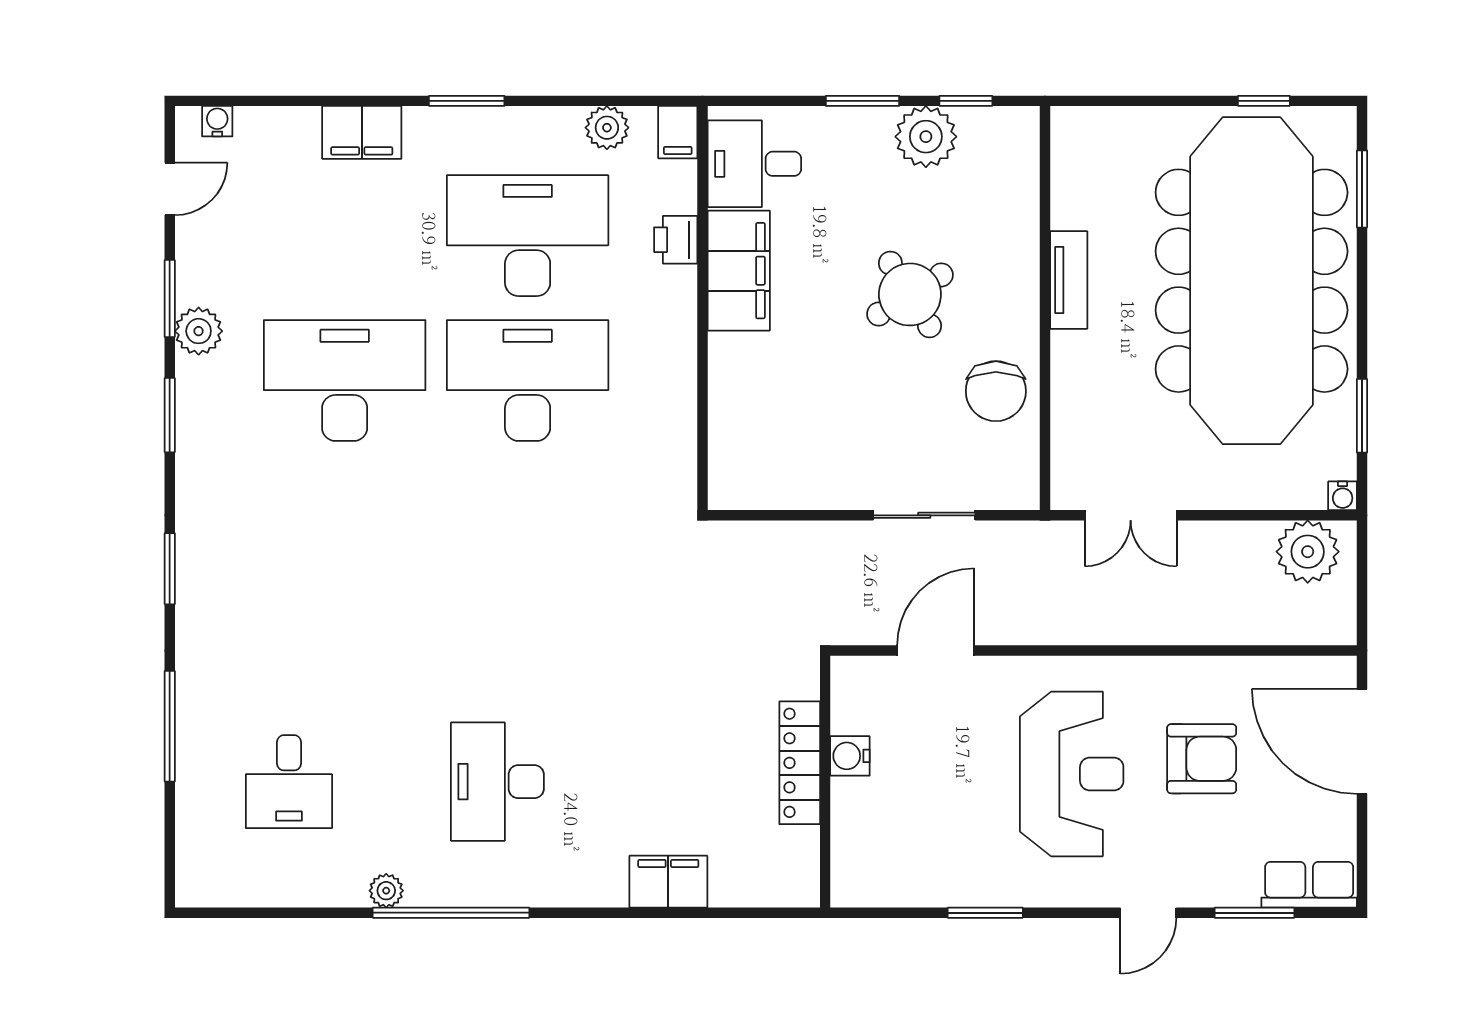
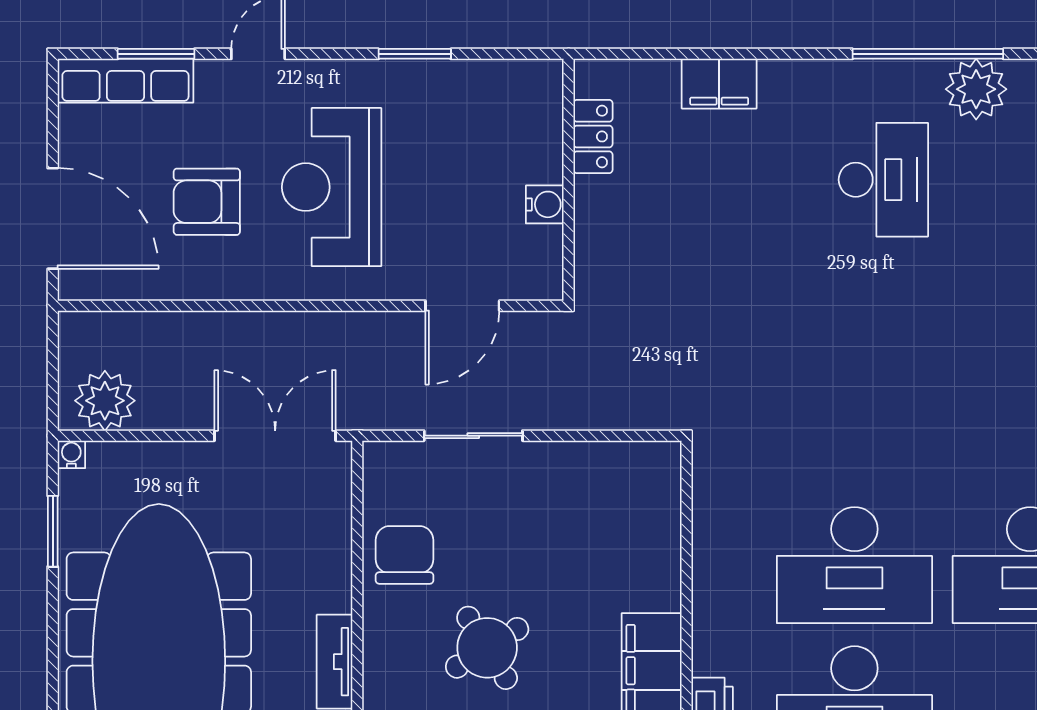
double door: (1131, 515) -> (275, 436), width x1.37
locker: (800, 763) -> (593, 136), moved, width x0.66
row of seats: (1309, 885) -> (125, 81), width x1.48
plant: (386, 891) -> (976, 89), width x1.87, depth x1.87

